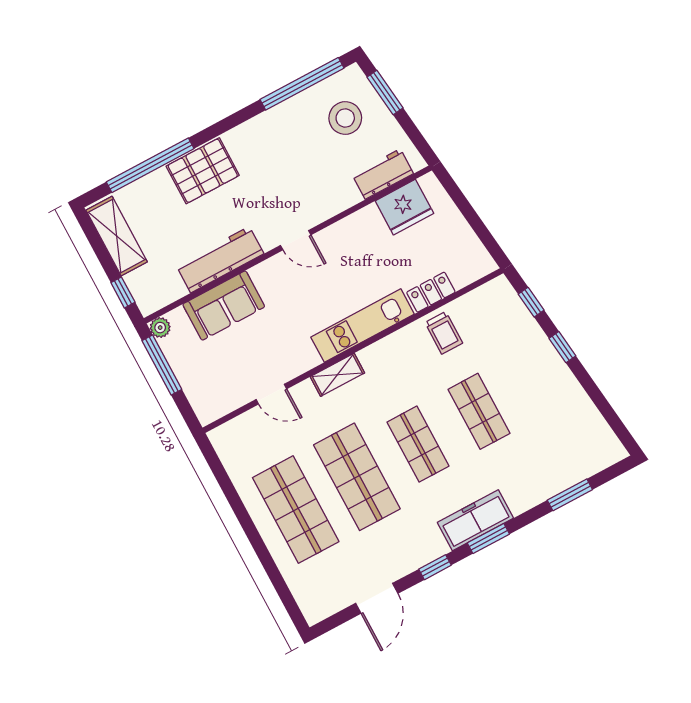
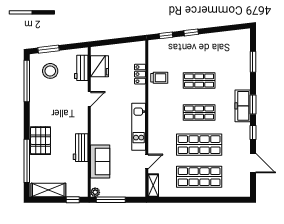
door: (296, 240) -> (89, 99), moved
workbench: (220, 260) -> (81, 148), width x0.73
kitchen unit: (363, 326) -> (139, 127), moved
shelving: (337, 375) -> (153, 185), moved

